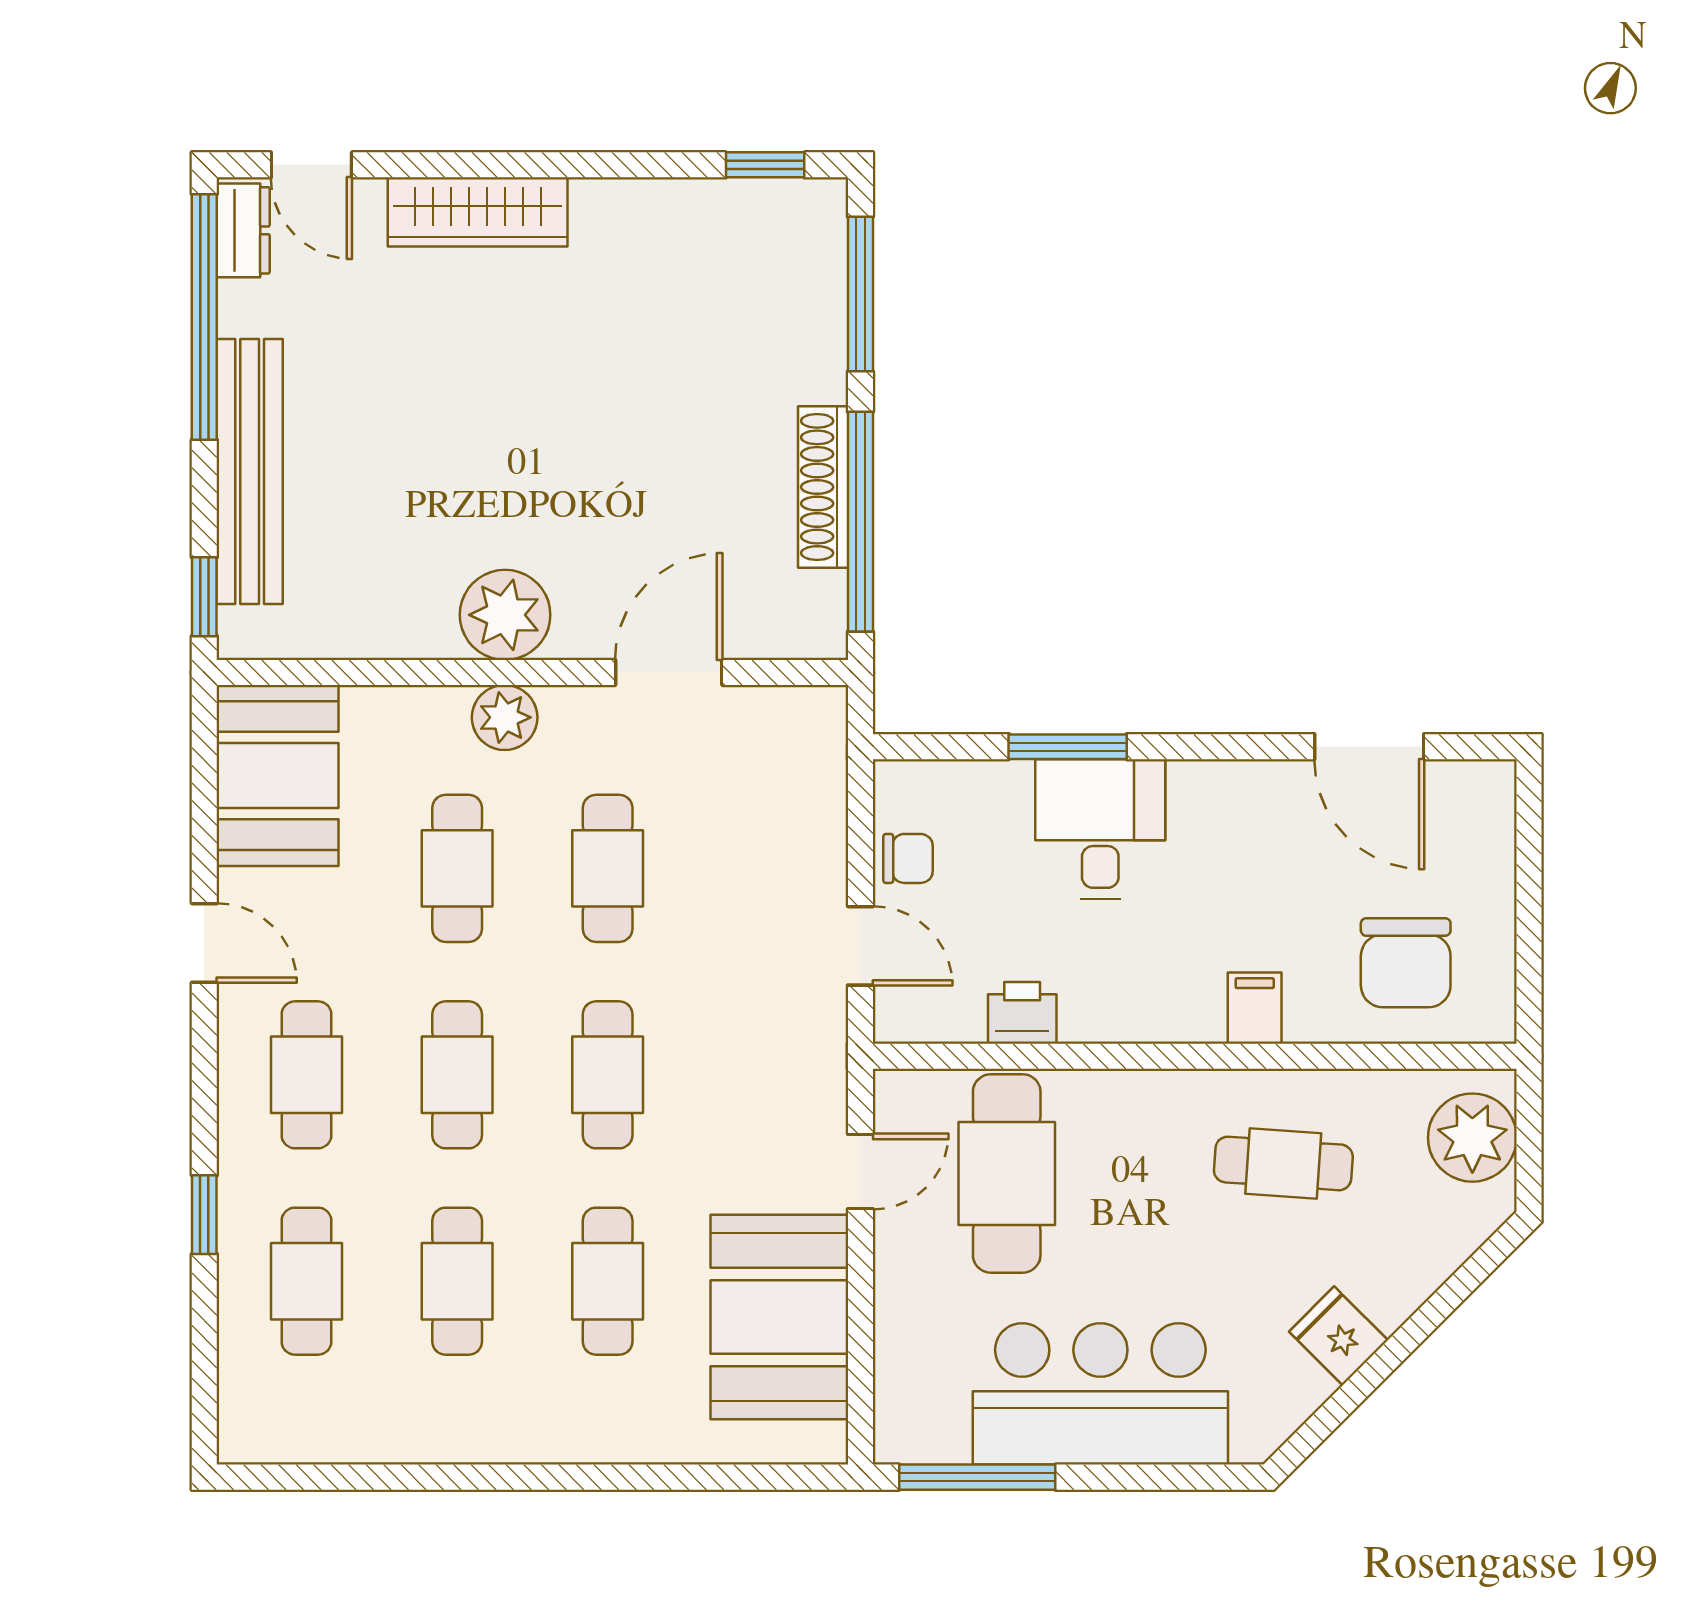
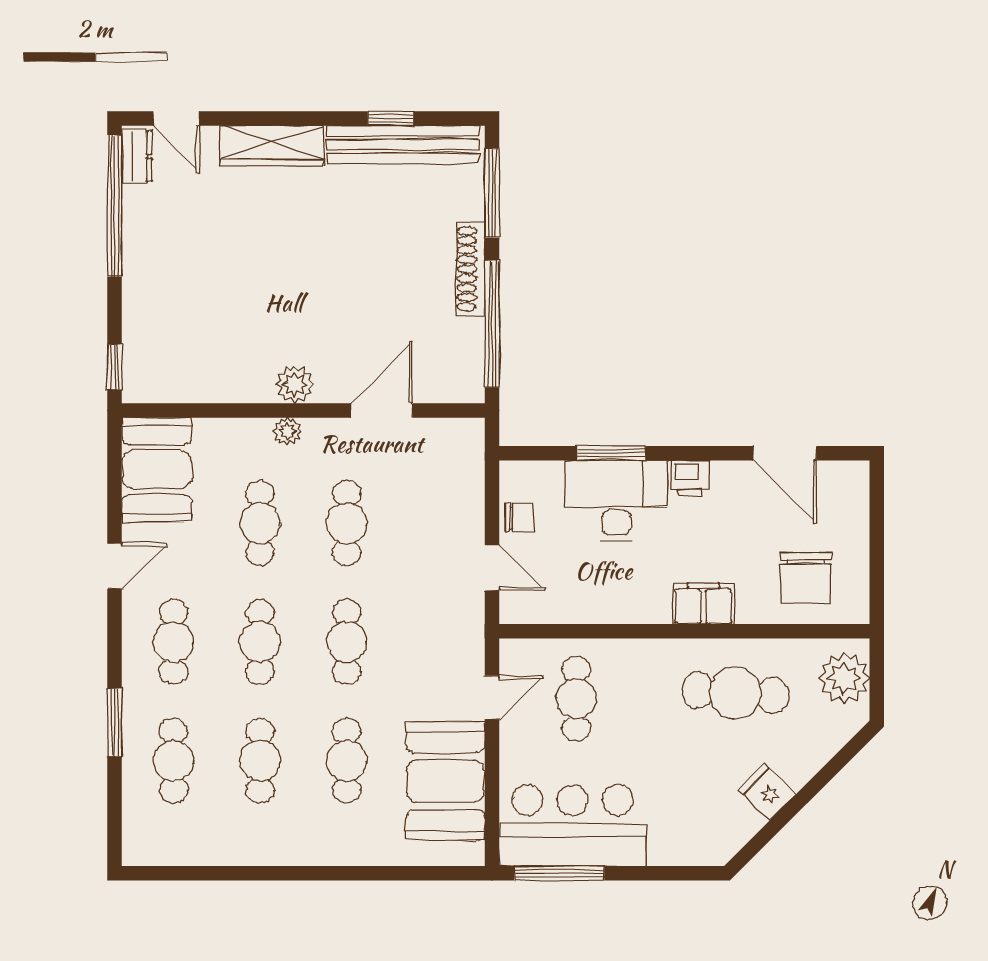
window: (765, 165) -> (391, 118), moved
bench: (250, 472) -> (403, 145), moved, turned 90
shoe rack: (823, 487) -> (471, 269), moved
plant: (505, 615) -> (295, 384), width x0.73, depth x0.73
plant: (505, 717) -> (287, 431), width x0.73, depth x0.73
desk: (1100, 829) -> (616, 501), width x1.37
door: (204, 943) -> (115, 566), hinge flipped
filing cabinet: (1255, 1008) -> (703, 604), width x2.00
printer: (1022, 1013) -> (690, 478), moved, turned 180
cafe table: (1283, 1163) -> (735, 693), width x1.37, depth x1.35
cafe table: (1007, 1173) -> (576, 699), width x0.73, depth x0.74
window: (204, 1215) -> (115, 722), width x1.50
bar counter: (1100, 1394) -> (573, 825), moved

